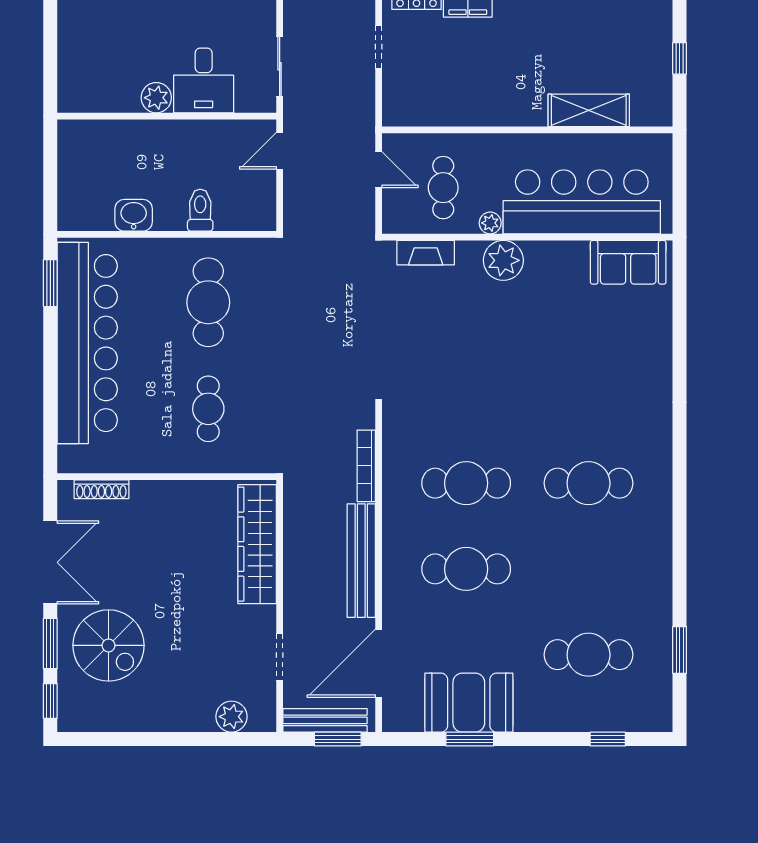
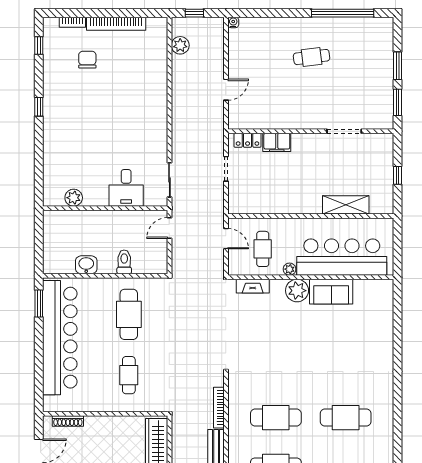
plant: (156, 98) -> (74, 198), moved
sofa: (628, 262) -> (331, 292), moved

